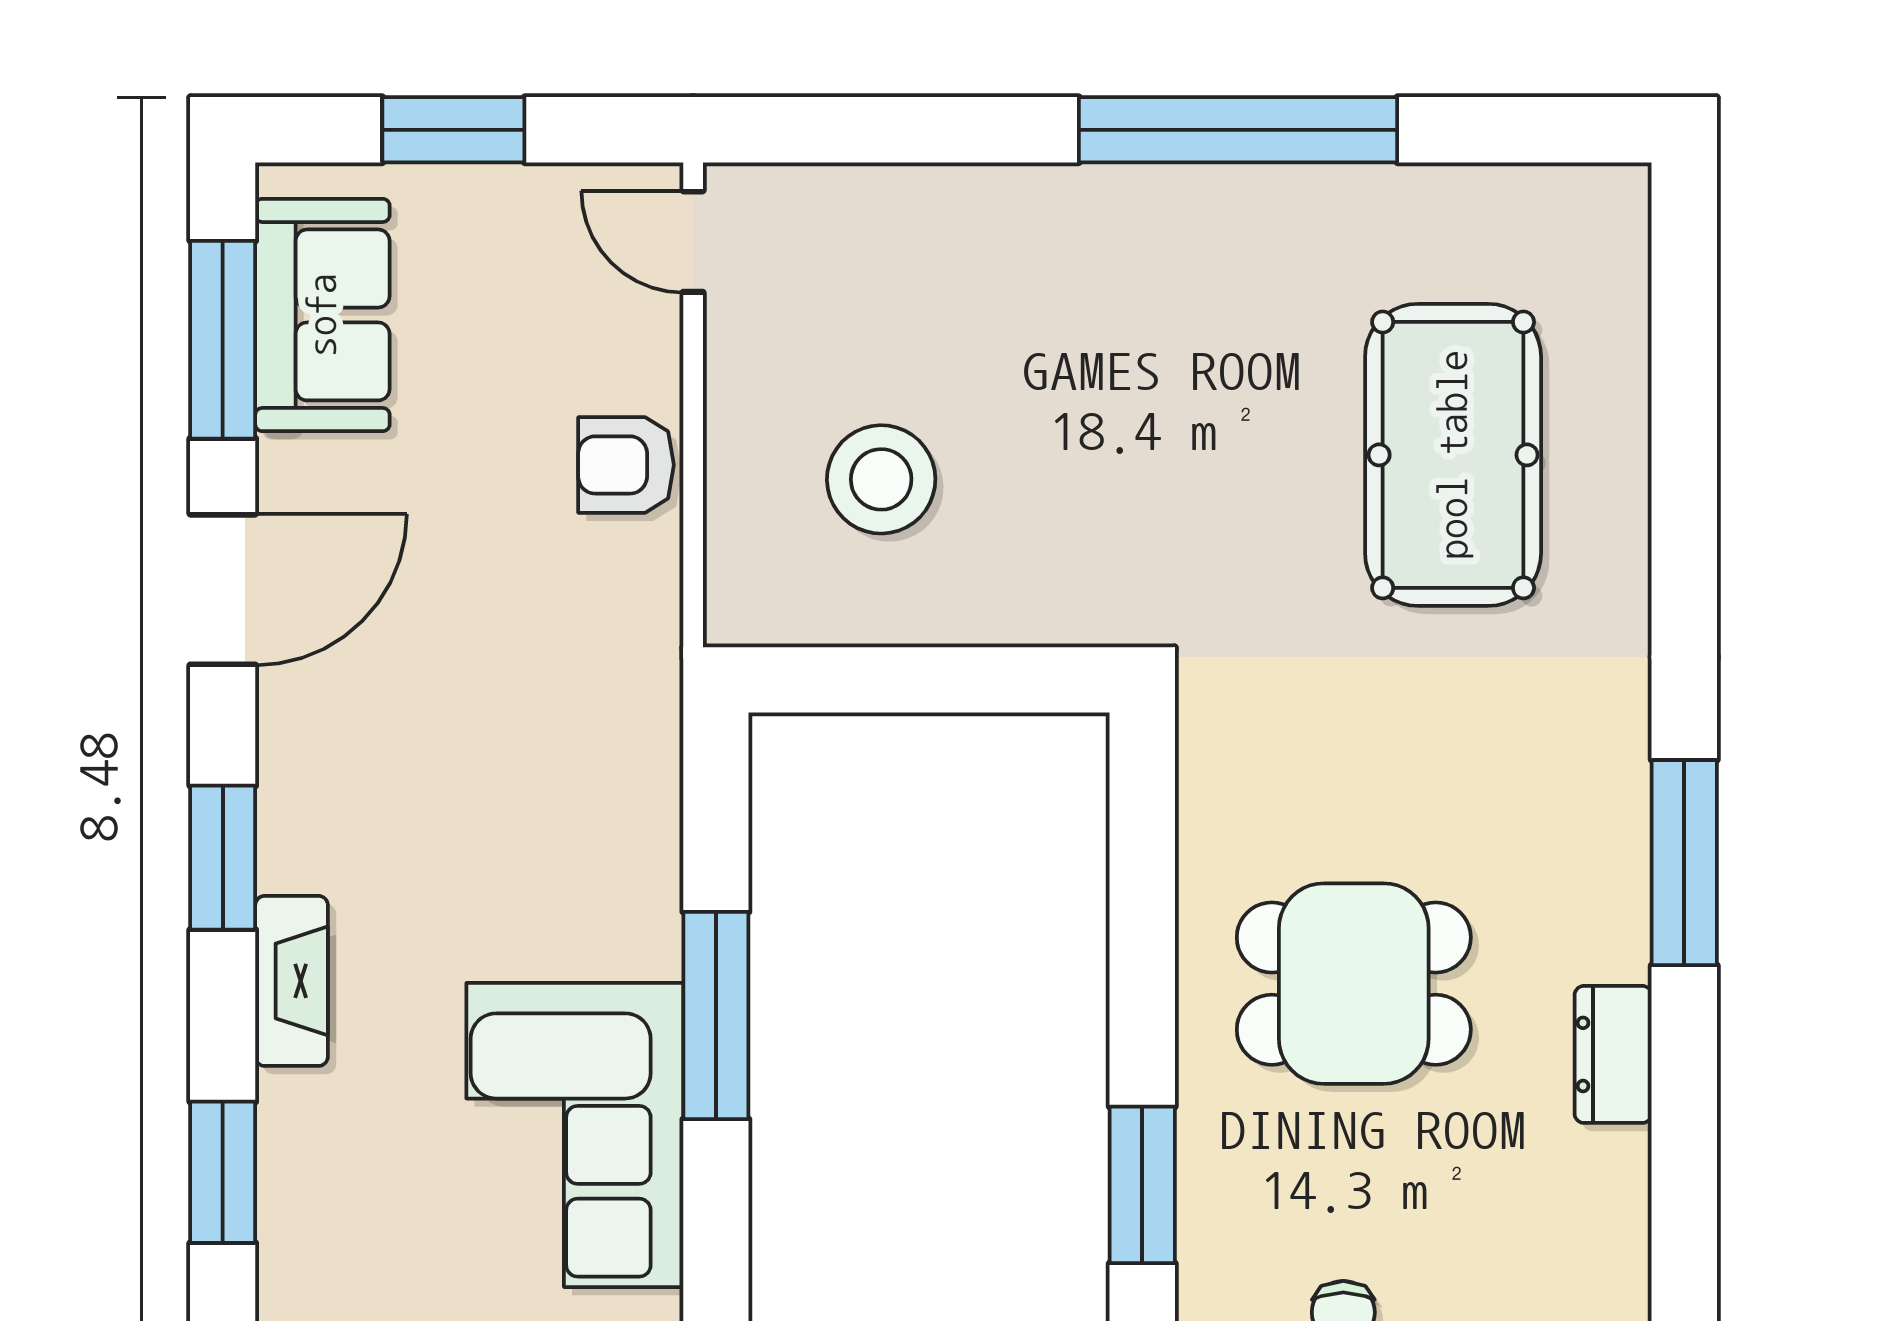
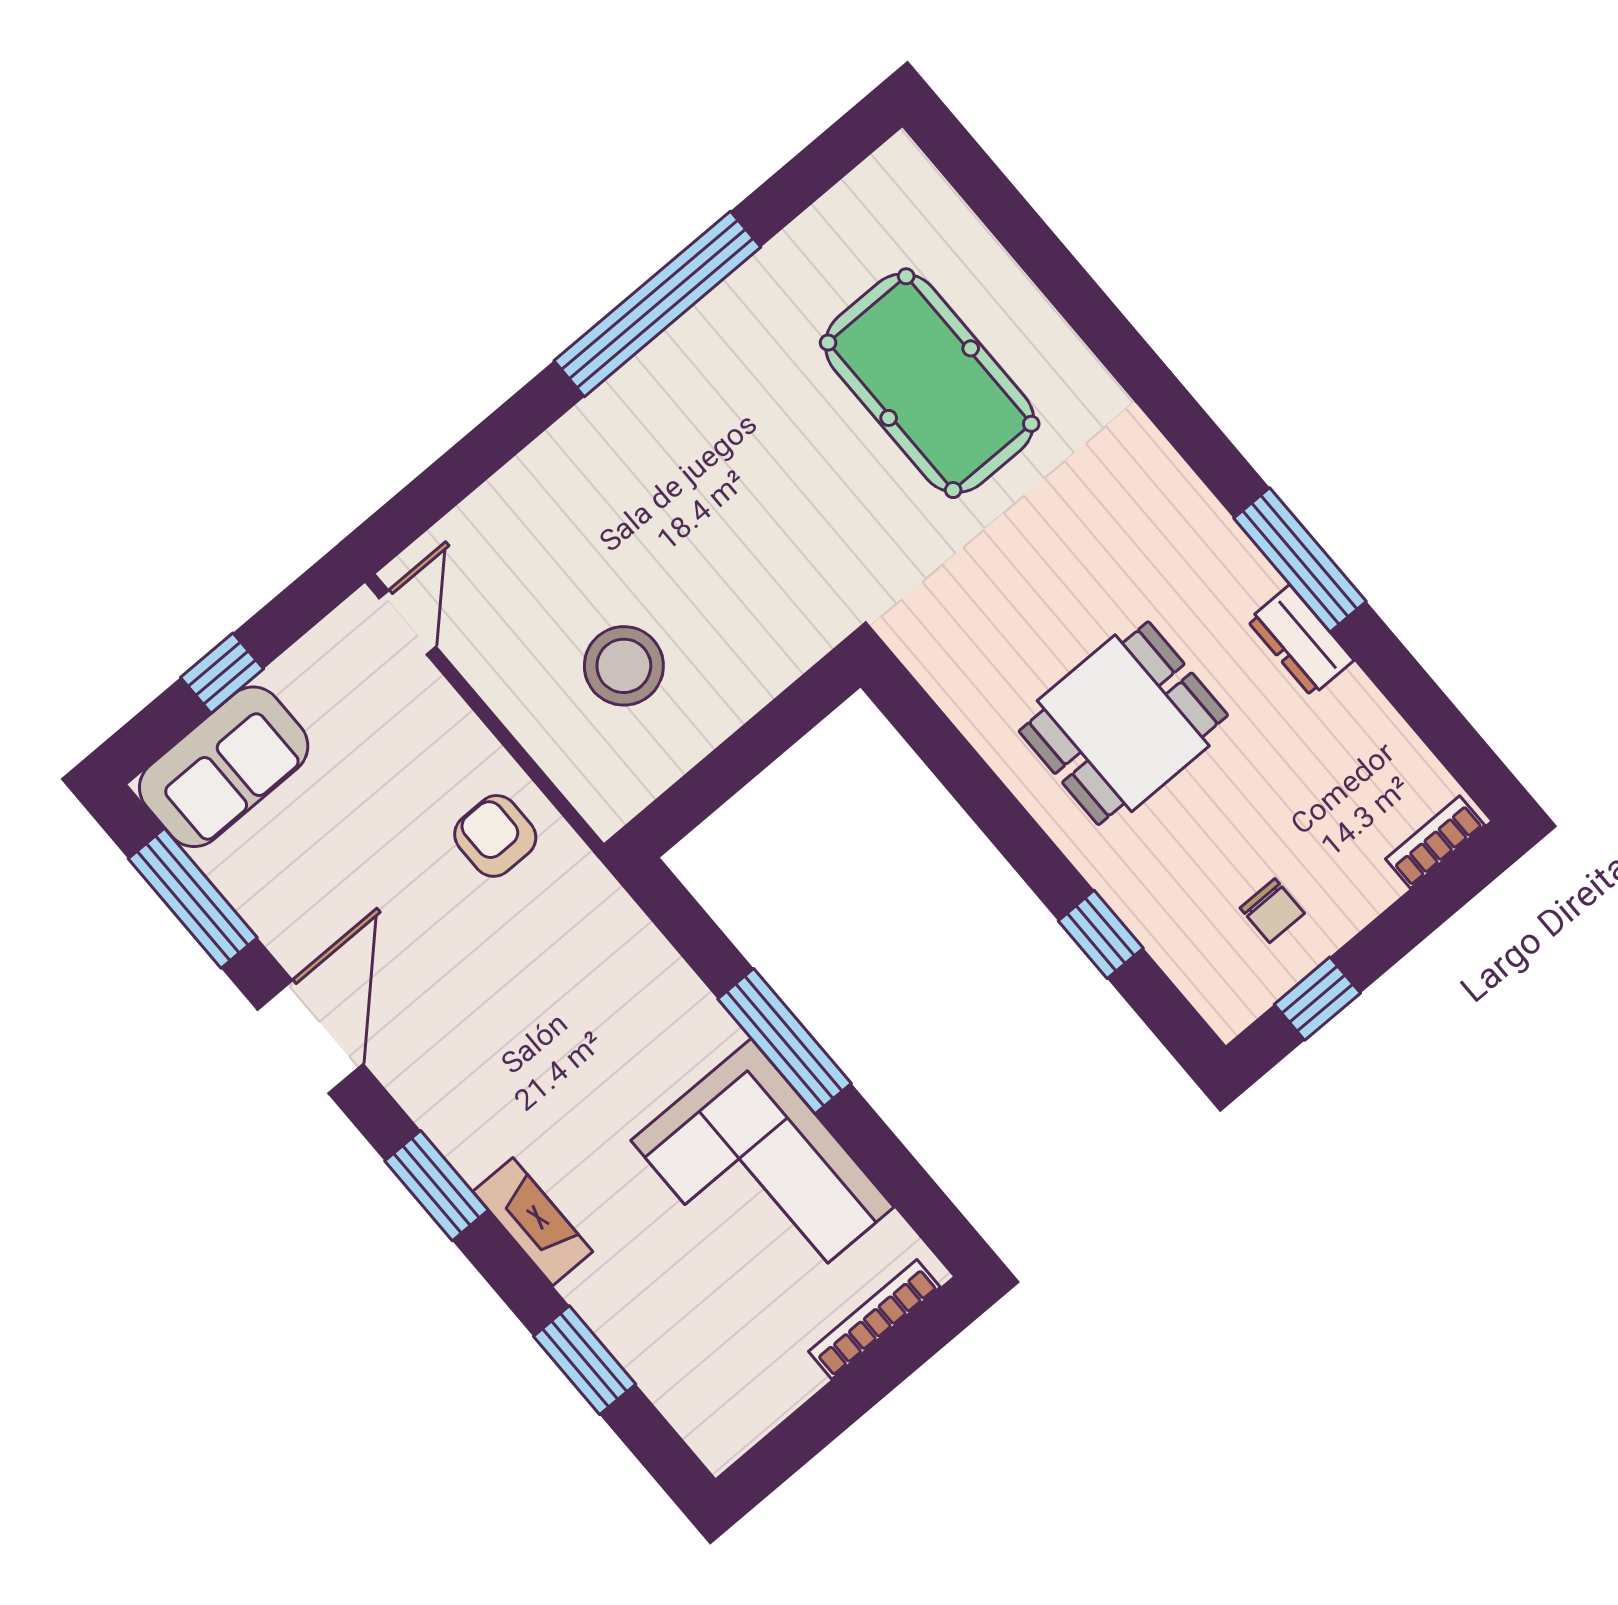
window: (453, 130) -> (222, 673), width x0.67
door: (693, 242) -> (408, 622), swing flipped
sofa: (322, 315) -> (224, 767), moved, turned 90
armchair: (626, 465) -> (495, 836), moved, turned 90
window: (1684, 863) -> (1300, 560), moved
window: (1142, 1185) -> (1101, 934), width x0.67

